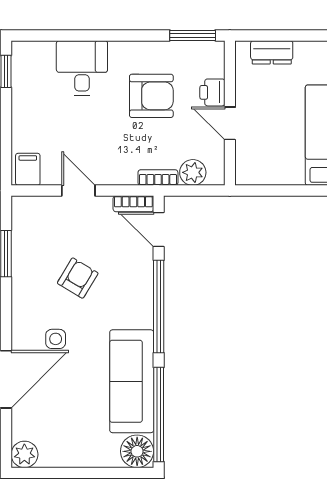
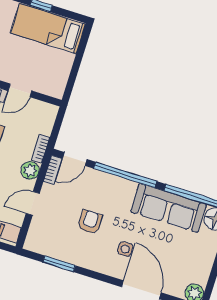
plant: (193, 172) -> (30, 170), moved
armchair: (78, 278) -> (90, 222), turned 59

